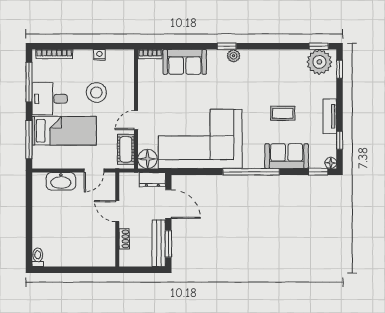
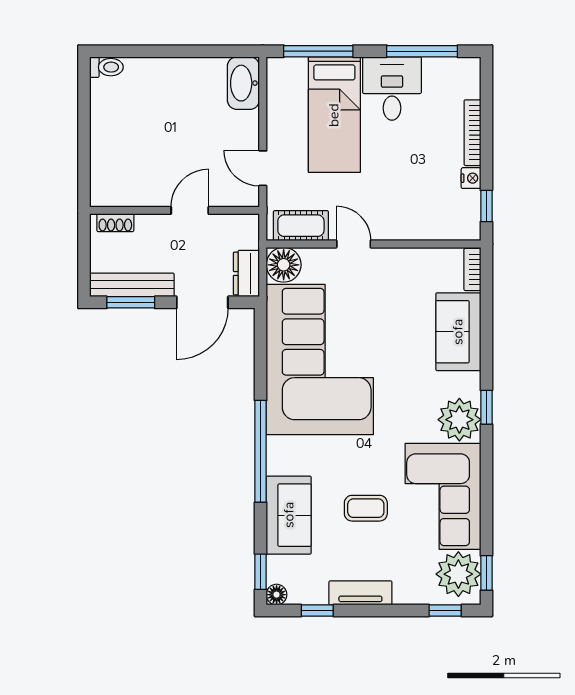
window: (115, 46) -> (486, 206), added
bookcase: (54, 54) -> (472, 133), moved
plant: (234, 56) -> (459, 420), width x1.88, depth x1.88
corner sofa: (276, 70) -> (443, 496), added
stool: (96, 92) -> (403, 173), removed
coffee table: (283, 113) -> (366, 508), turned 90
washbasin: (61, 181) -> (243, 83), moved
shoe rack: (124, 239) -> (115, 223), moved

